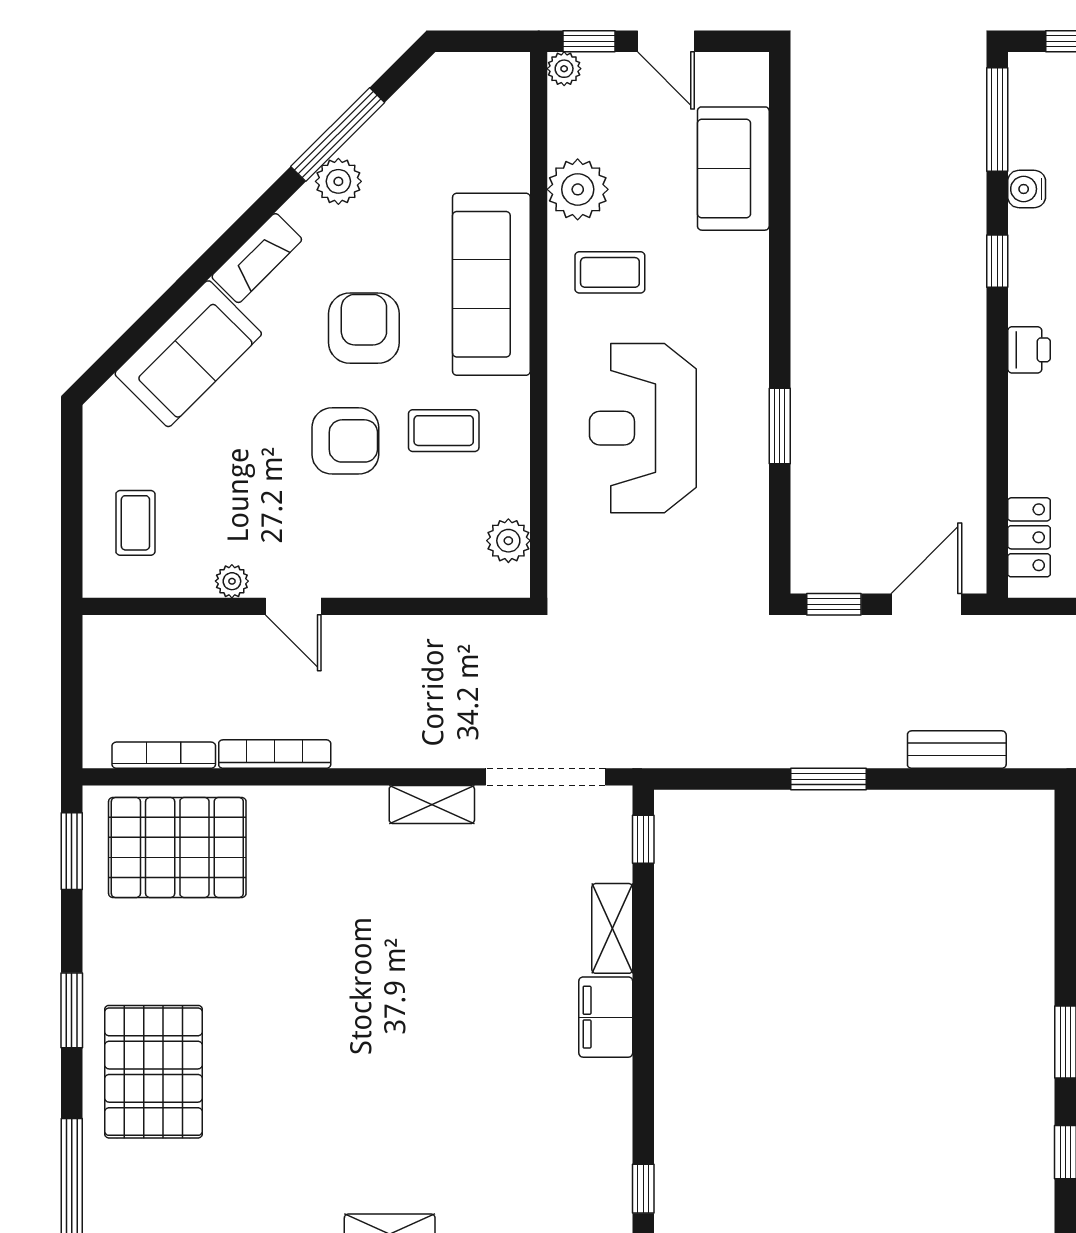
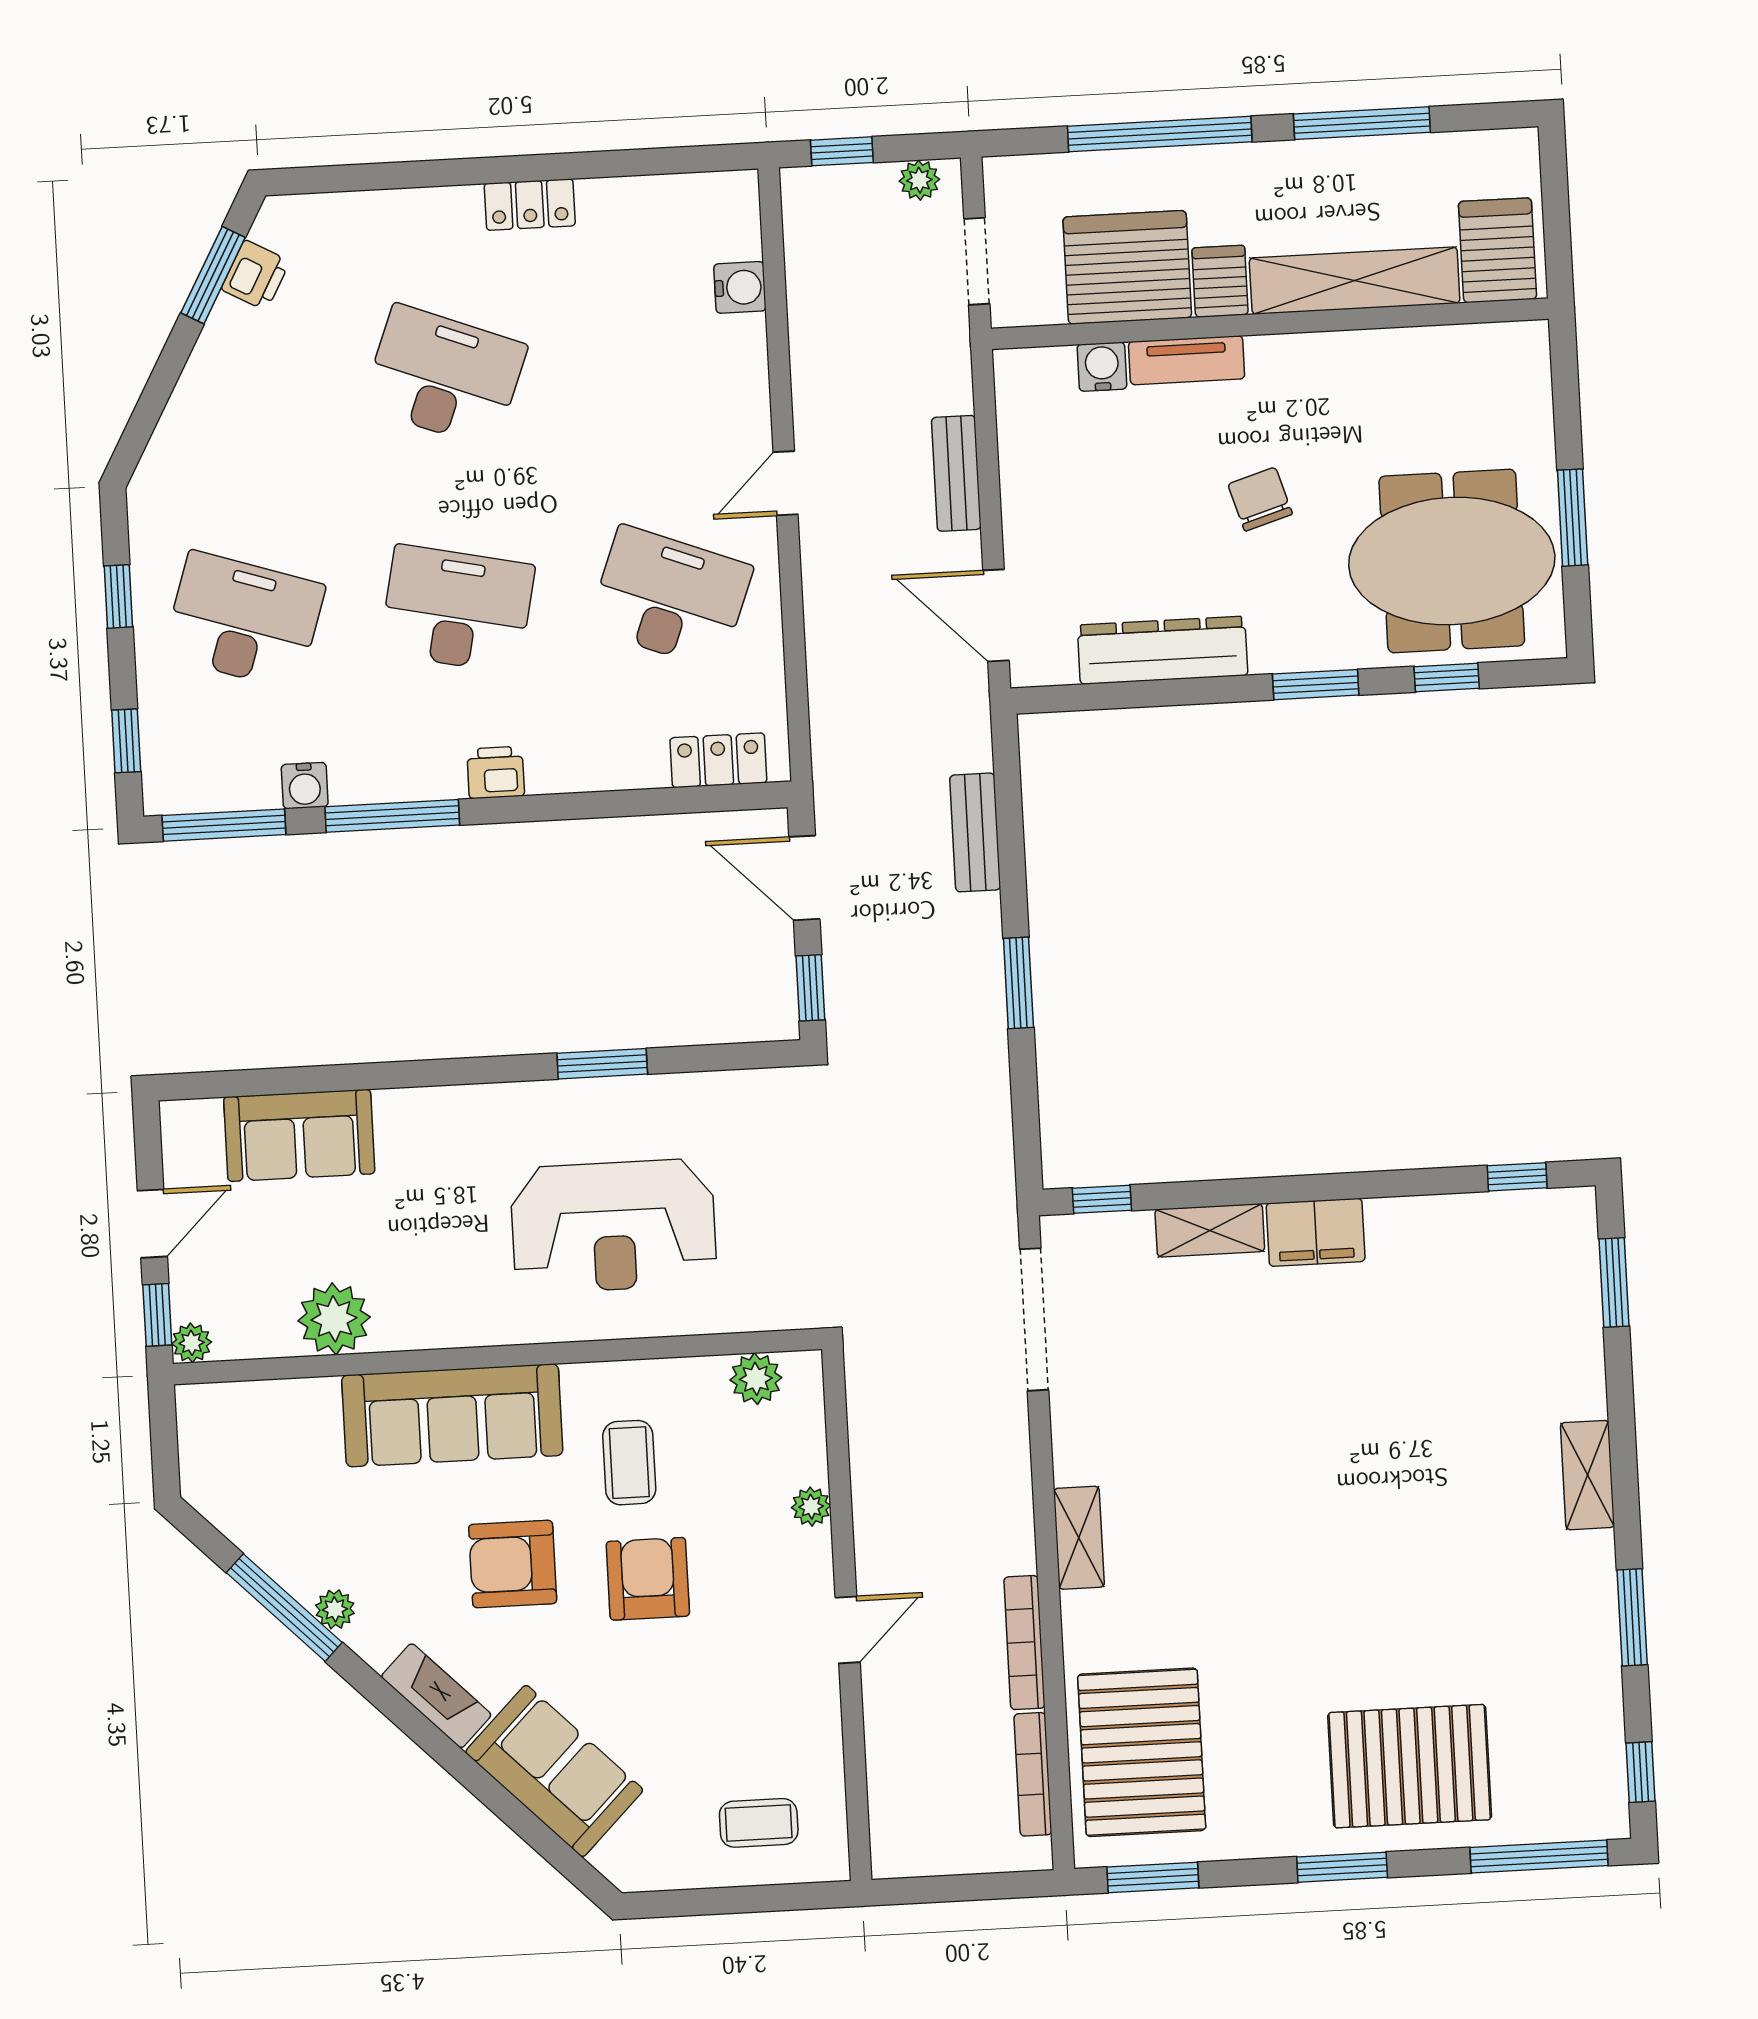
plant: (338, 181) -> (335, 1609), width x0.73, depth x0.73
window: (997, 261) -> (392, 816), width x2.17
coffee table: (610, 272) -> (431, 1275), removed
plant: (232, 581) -> (811, 1507), moved
shelving: (432, 805) -> (1079, 1538), moved

